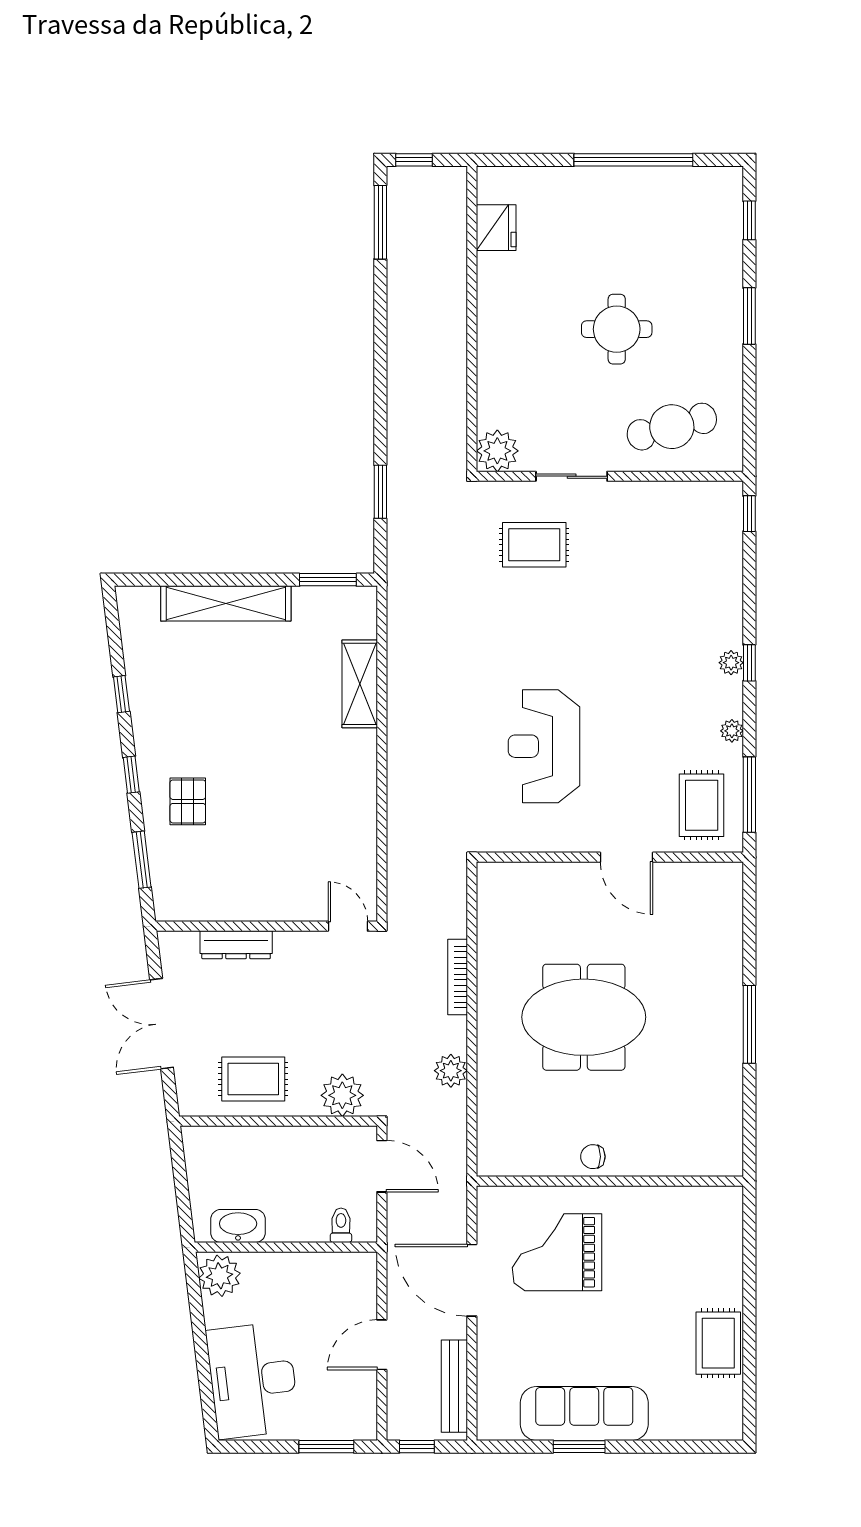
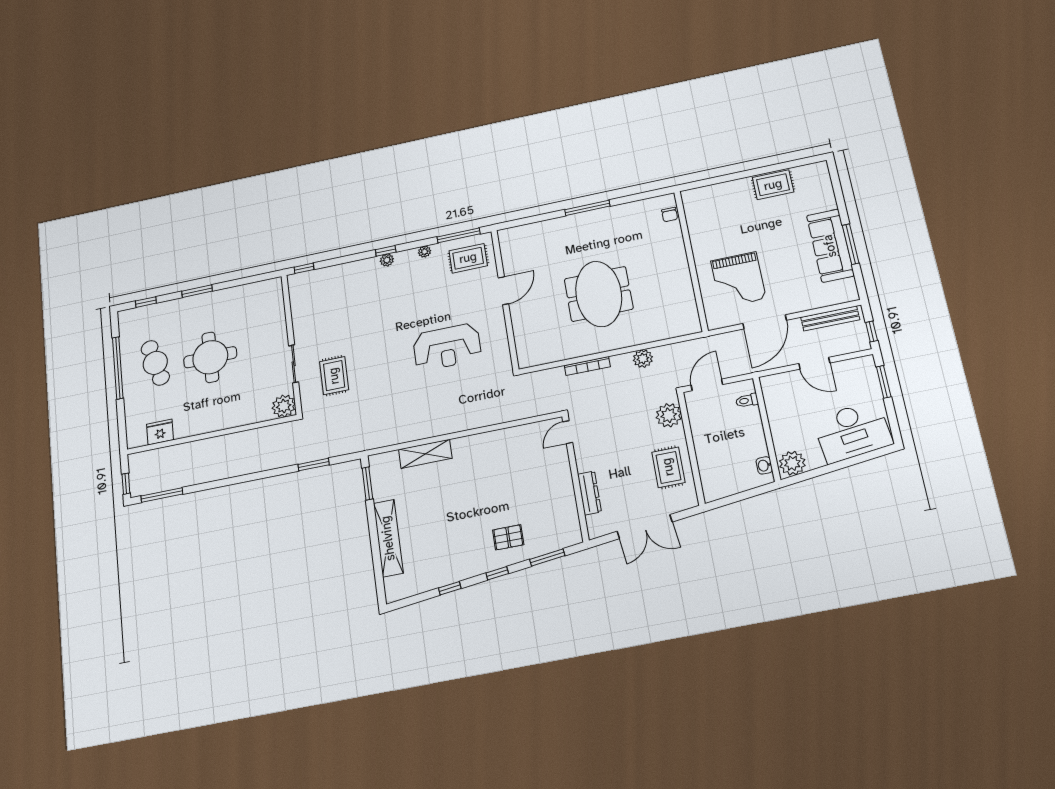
round table: (617, 329) -> (210, 357), width x1.36, depth x1.36
cafe table: (672, 427) -> (155, 363), moved
chair: (593, 1157) -> (670, 215), moved
washbasin: (238, 1226) -> (764, 465), width x0.52, depth x0.69
window: (579, 1447) -> (851, 244), width x1.44

